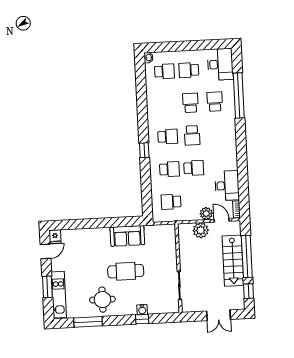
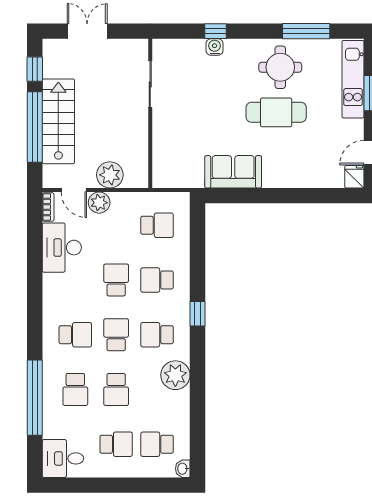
desk: (220, 64) -> (63, 458), width x0.73
plant: (156, 113) -> (175, 375), added
school desk: (216, 134) -> (75, 335), added
school desk: (194, 168) -> (116, 280), turned 90
cafe table: (126, 271) -> (276, 112), moved

